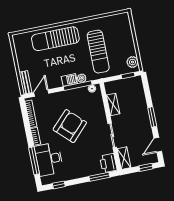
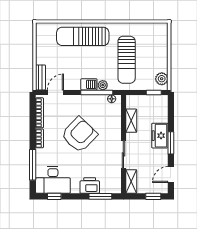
freezer: (141, 112) -> (160, 136), added
desk: (49, 159) -> (53, 180), moved, turned -90
printer: (108, 163) -> (90, 185), moved, turned 90

